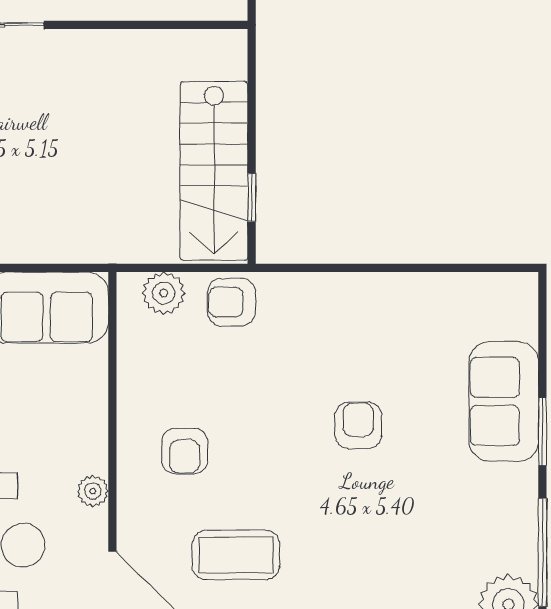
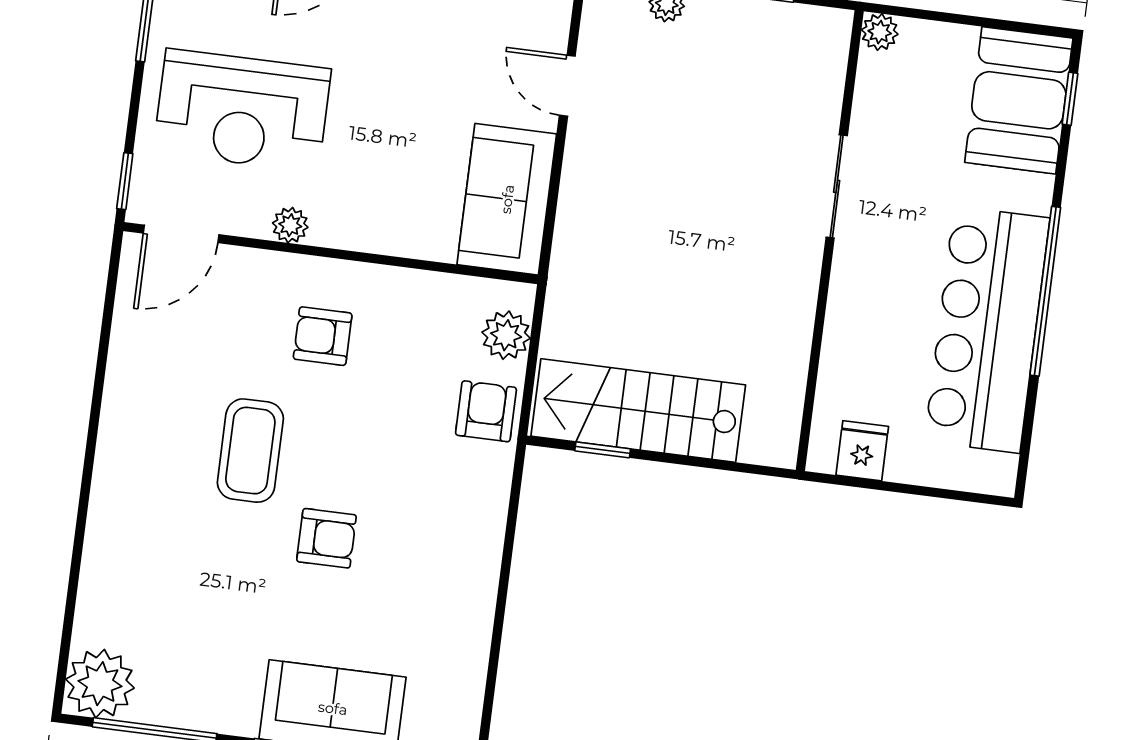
coffee table: (236, 555) -> (250, 451), moved

